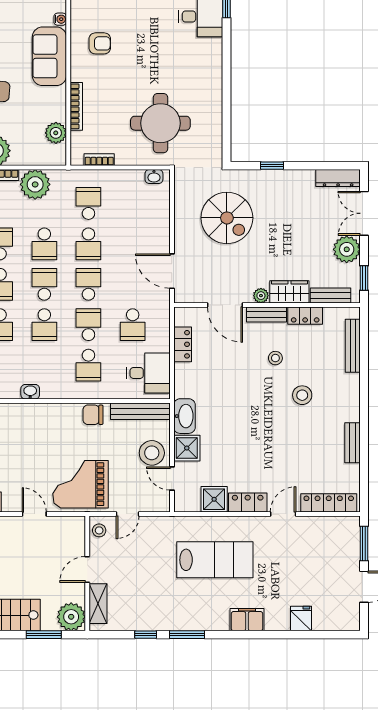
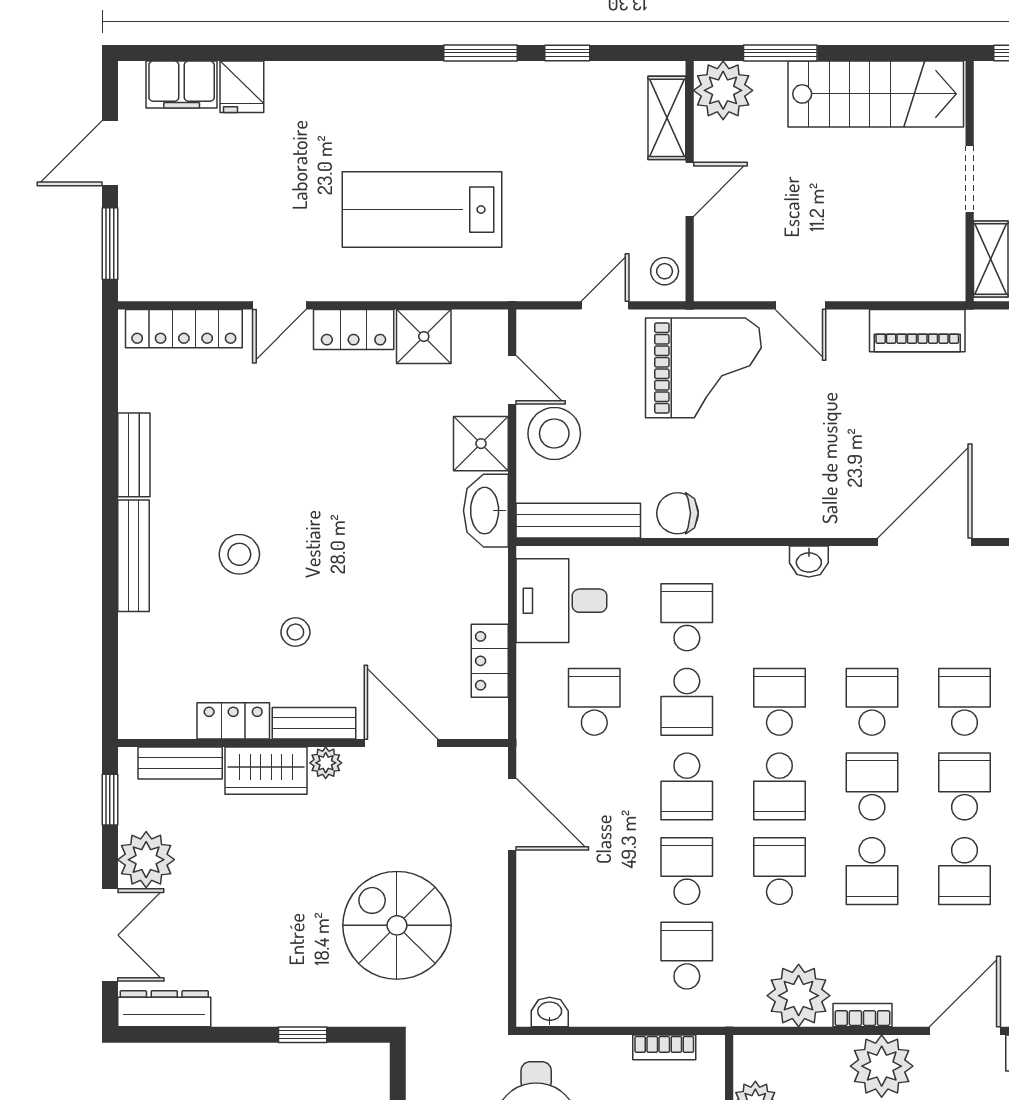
school desk: (88, 203) -> (687, 956), turned 180
bench: (353, 346) -> (134, 556), moved
chair: (93, 415) -> (677, 513), turned 180
filing cabinet: (247, 620) -> (182, 84), moved

